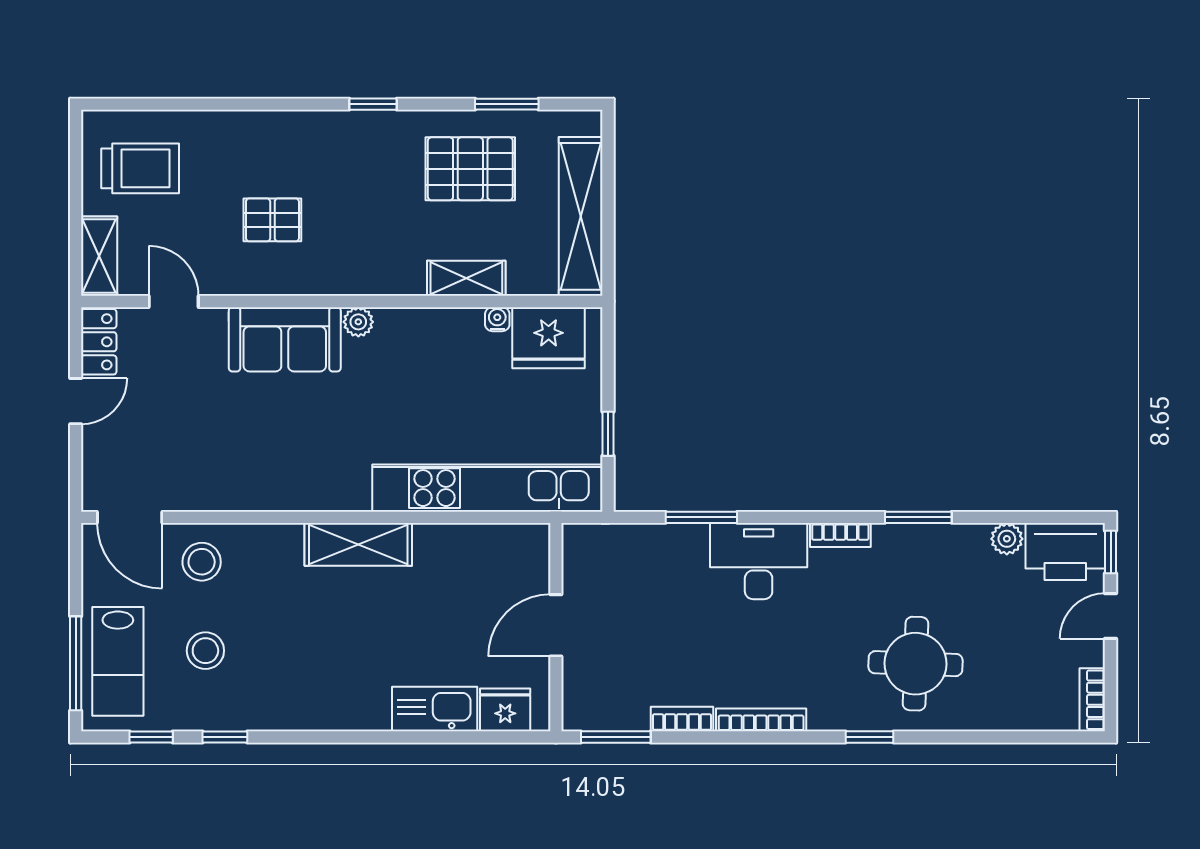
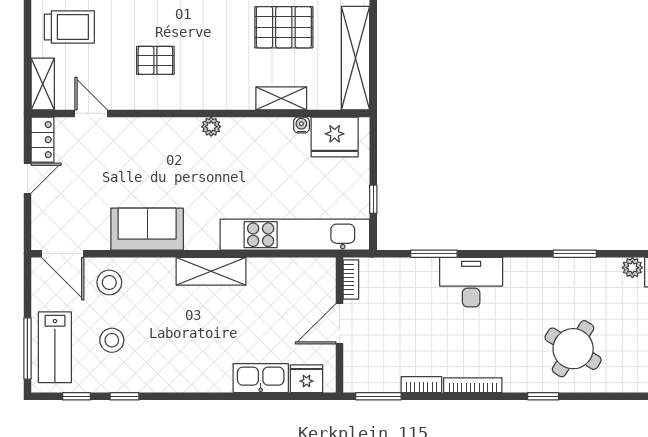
sofa: (285, 339) -> (147, 229), moved, turned 180
bookcase: (840, 535) -> (351, 280), moved, turned -90
round table: (915, 664) -> (573, 349), turned 30

